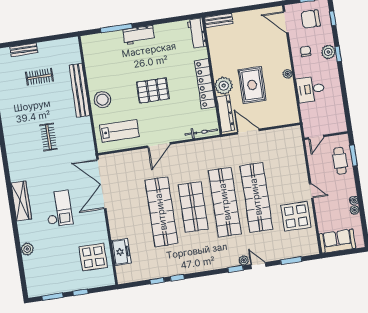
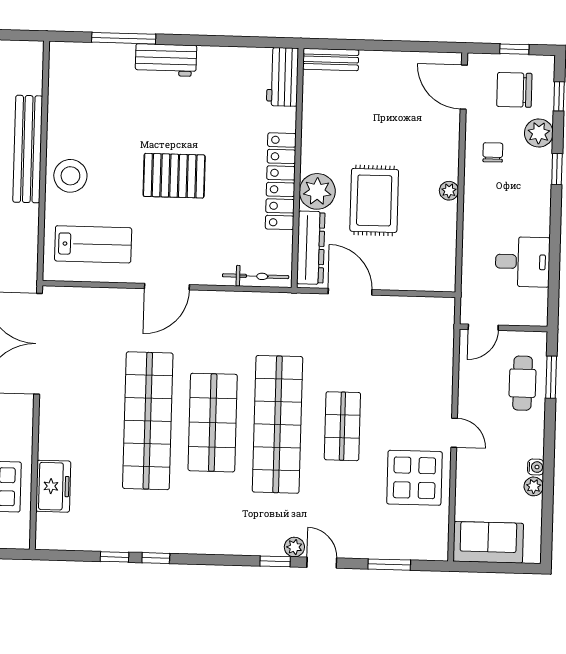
plant: (328, 52) -> (539, 133), moved
desk: (310, 89) -> (523, 262), moved, turned 180
shop shelf: (256, 197) -> (342, 426), width x0.50, depth x0.74

